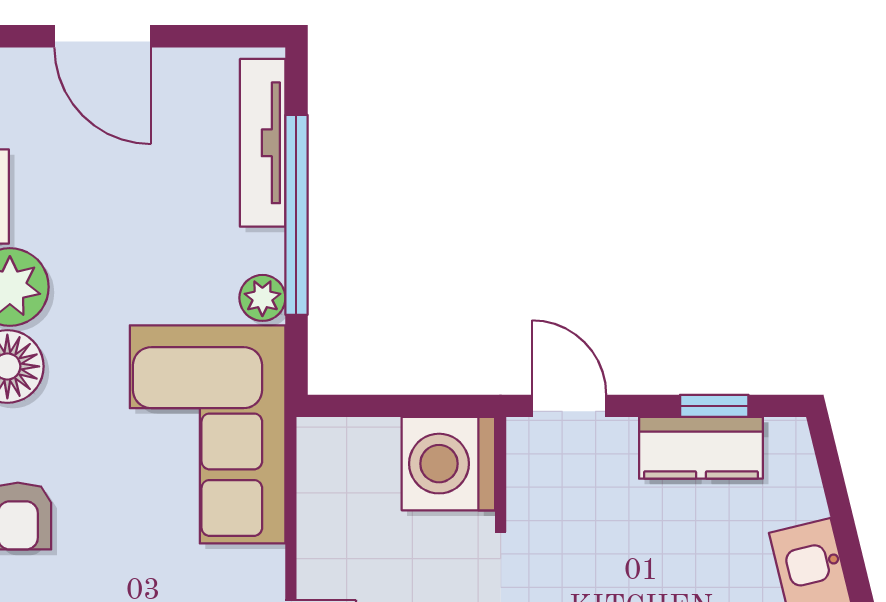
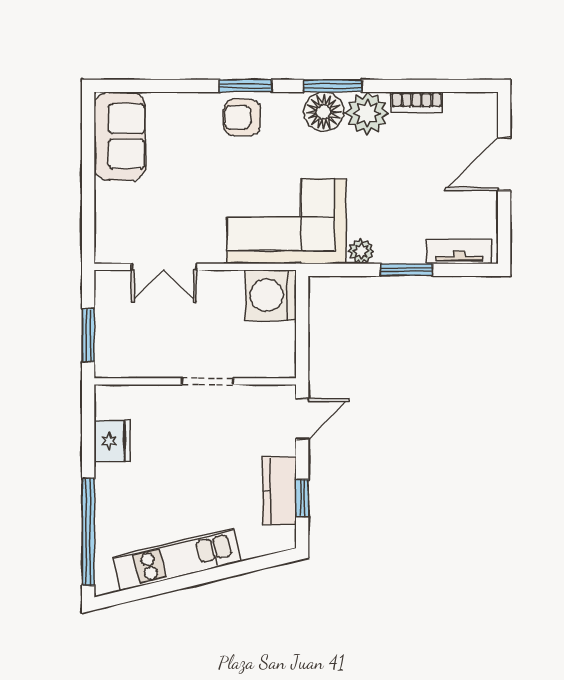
tv unit: (263, 143) -> (459, 251), width x0.71
window: (296, 215) -> (407, 270), width x0.47
washing machine: (448, 464) -> (271, 295), moved, turned -90

